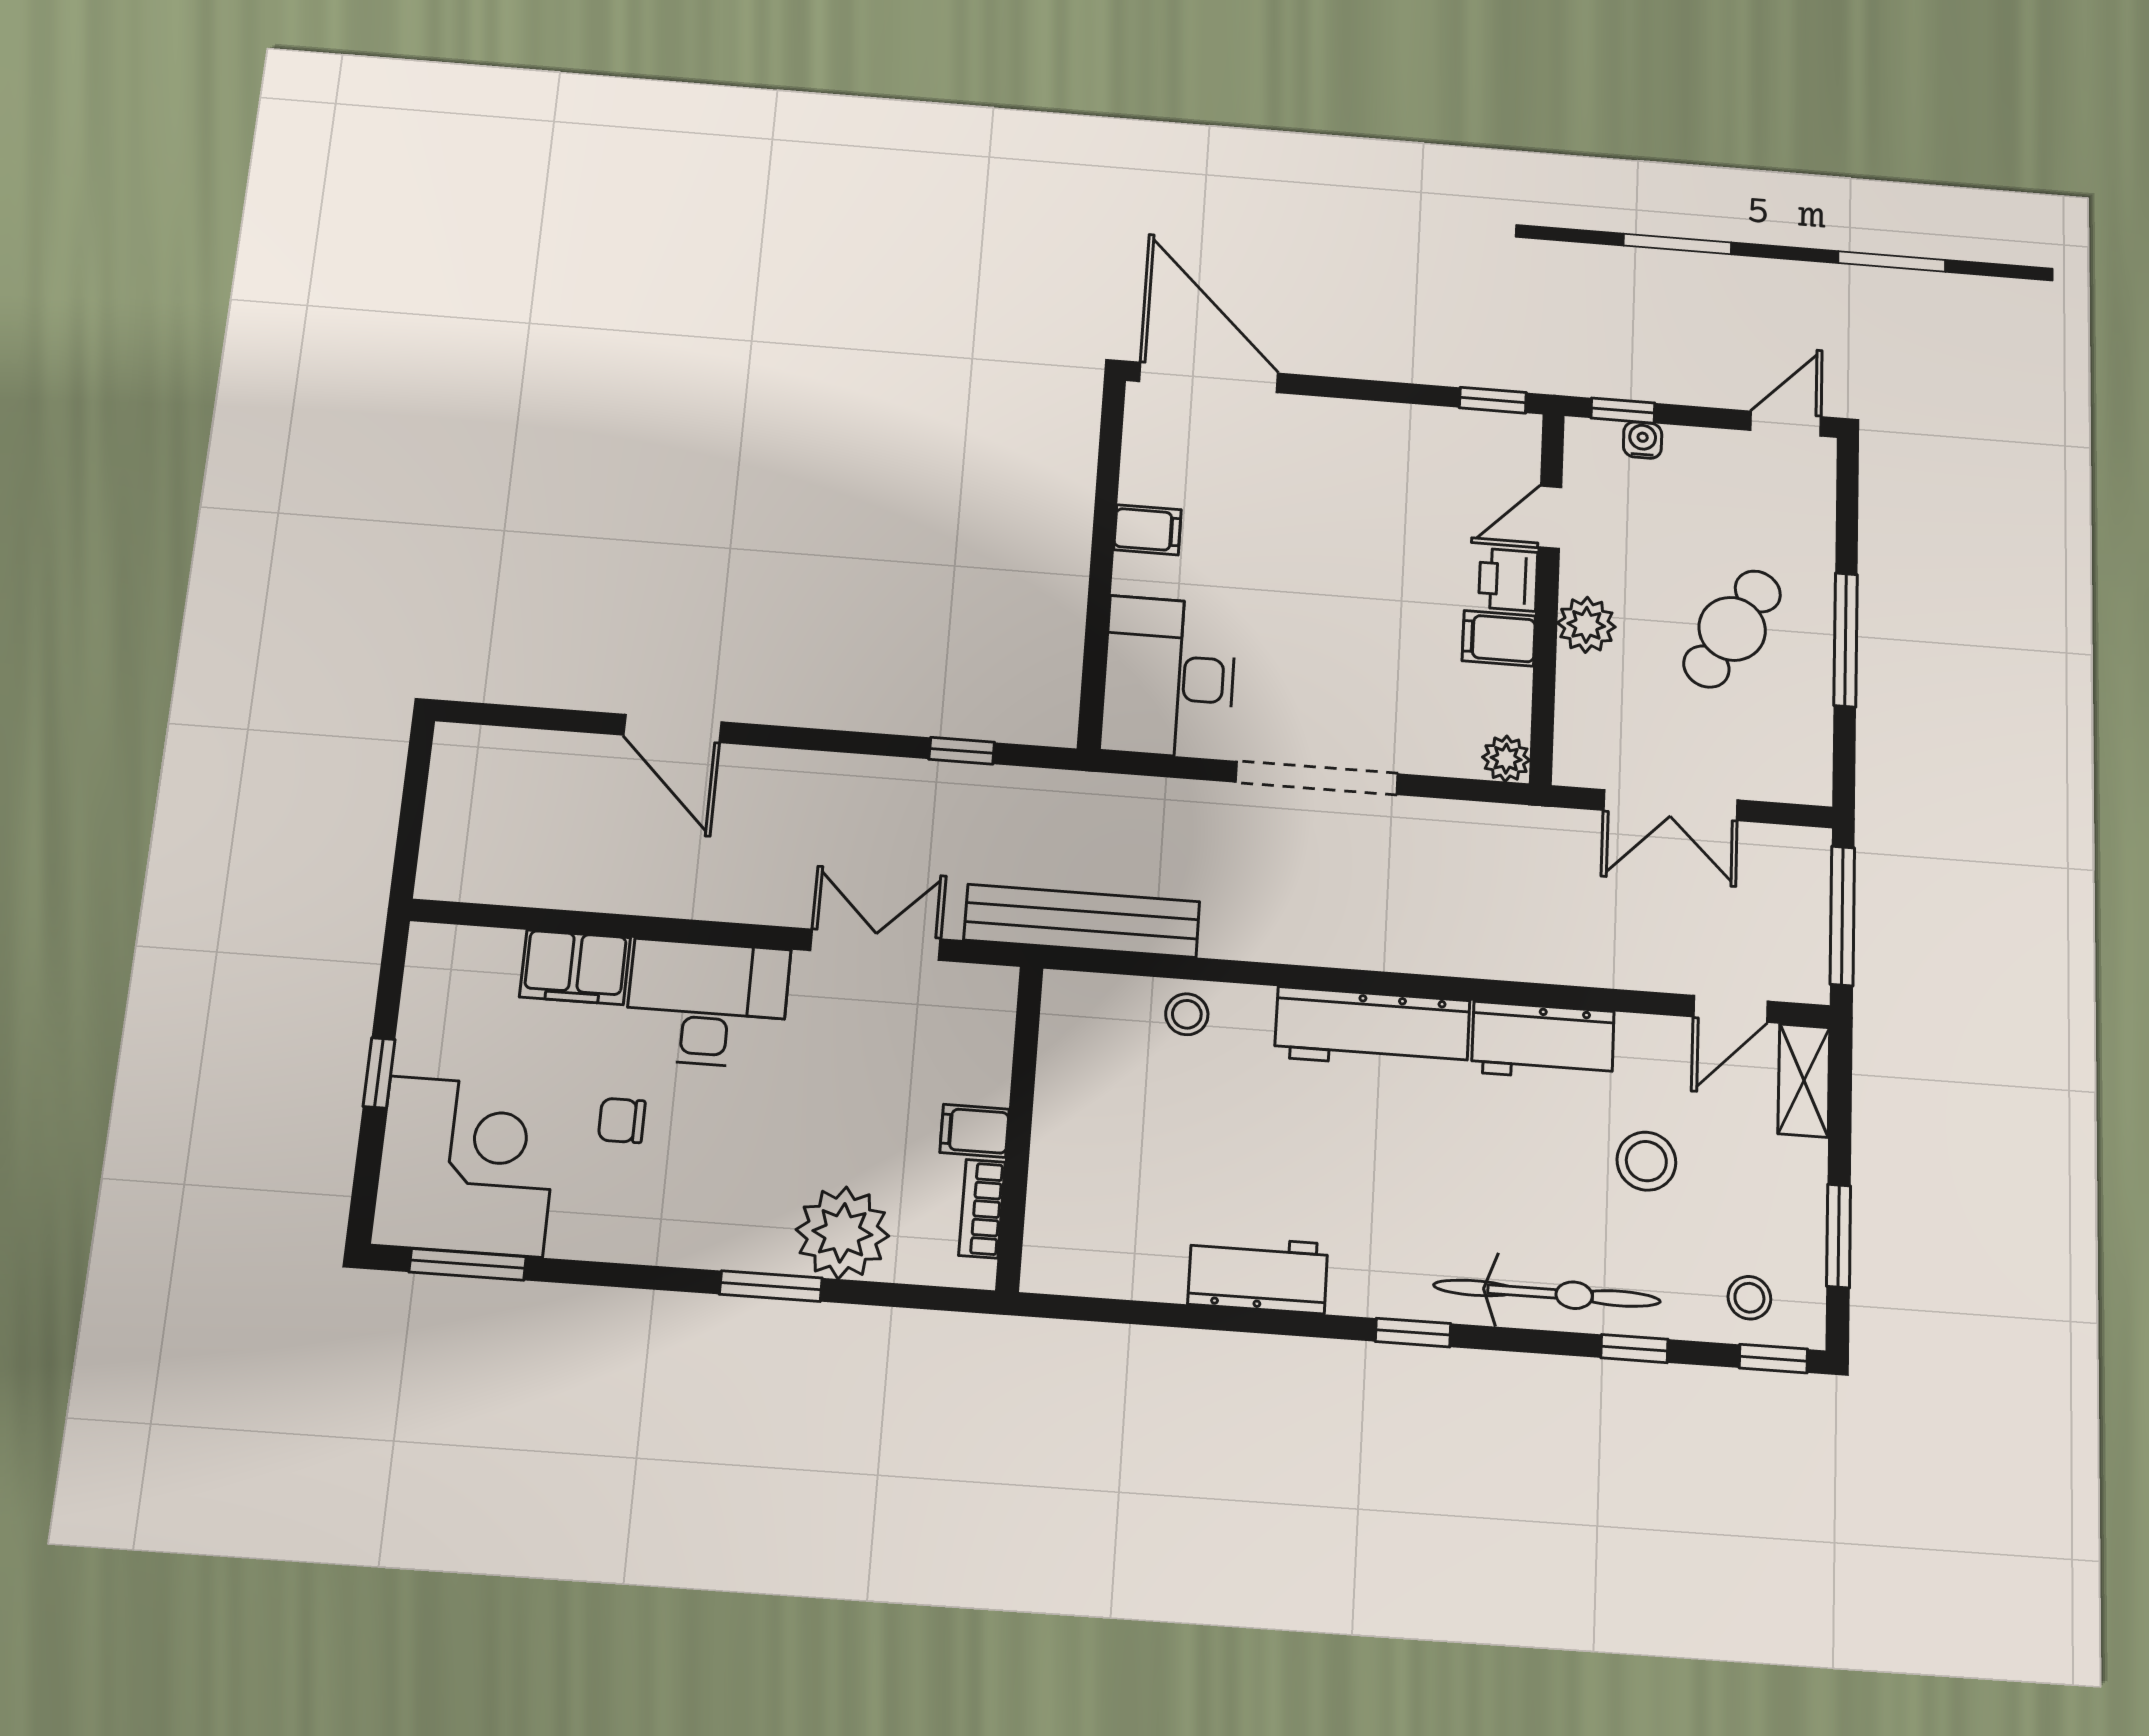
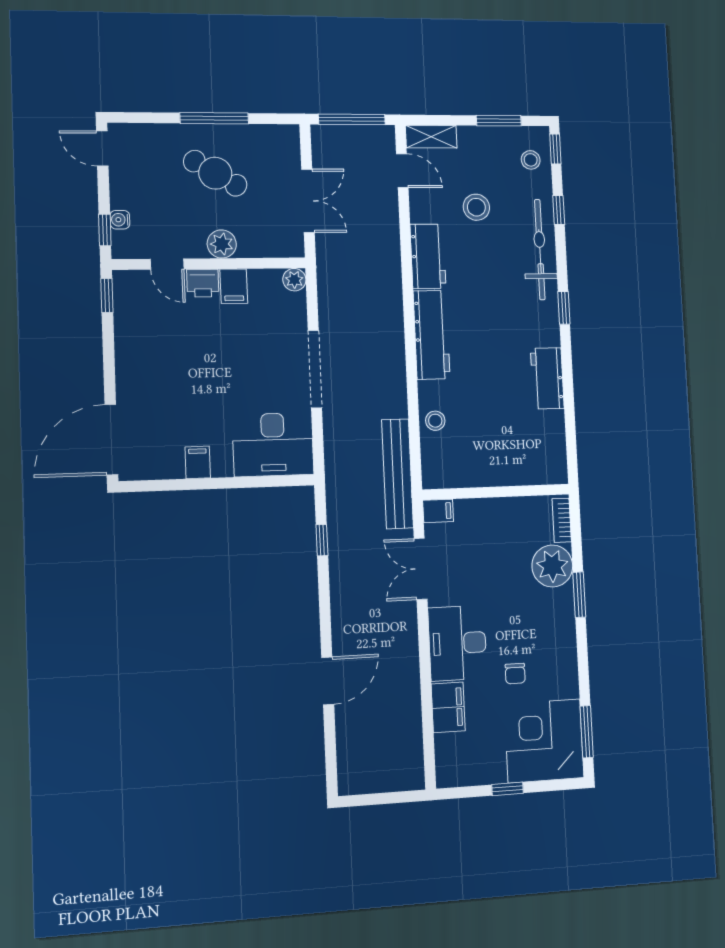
filing cabinet: (975, 1131) -> (438, 511), moved, turned -90
bookcase: (982, 1209) -> (562, 520), moved, turned 90

